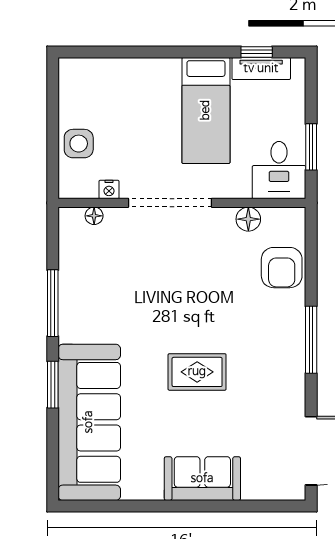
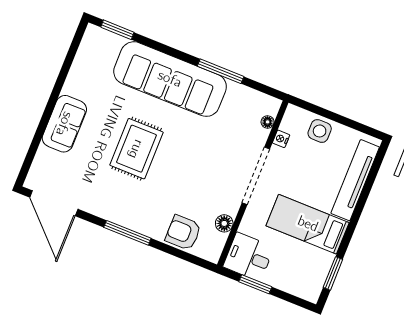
window: (257, 52) -> (333, 273), width x1.50
tv unit: (261, 69) -> (355, 180), moved, width x1.92, depth x1.29
rug: (197, 372) -> (136, 149), width x1.36, depth x1.43
window: (53, 385) -> (117, 30), moved
sofa: (89, 422) -> (170, 79), moved

